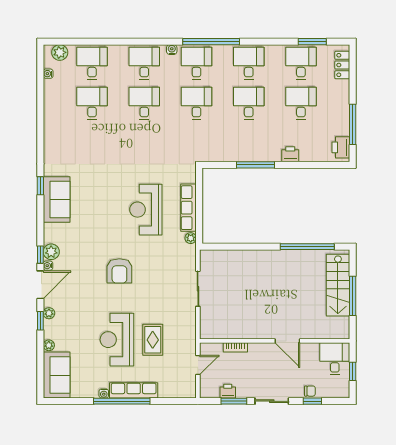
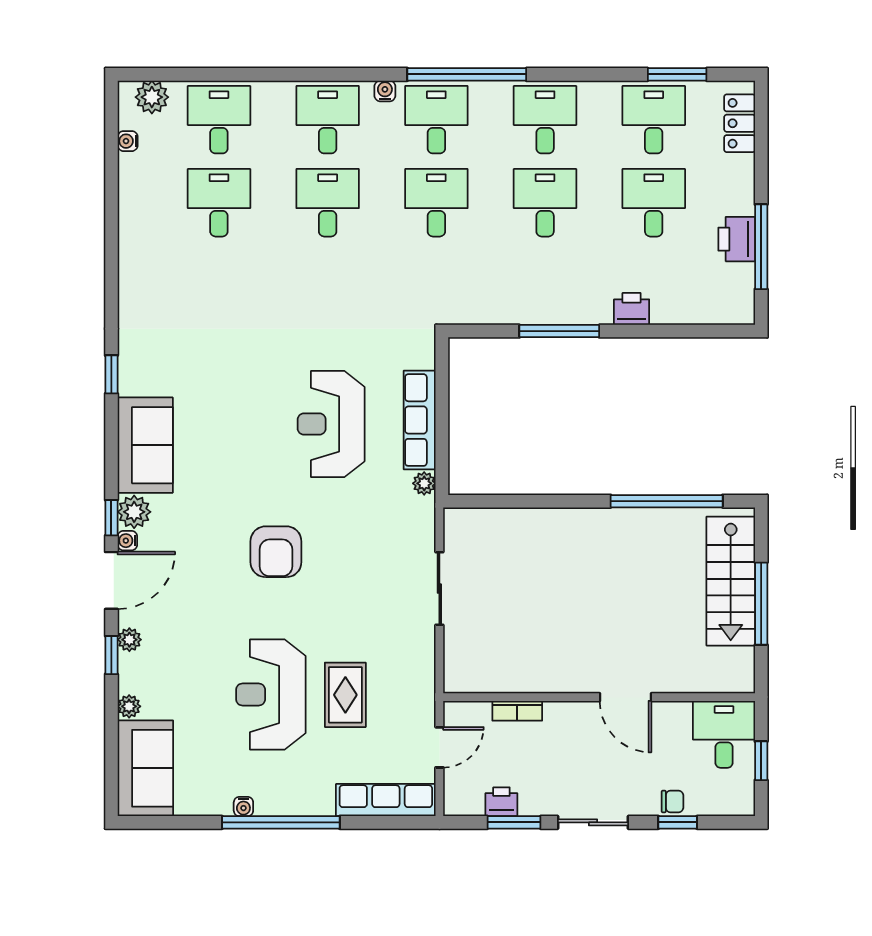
printer: (341, 147) -> (737, 239), moved
sofa: (57, 199) -> (145, 445), moved
row of seats: (134, 390) -> (386, 800), moved

